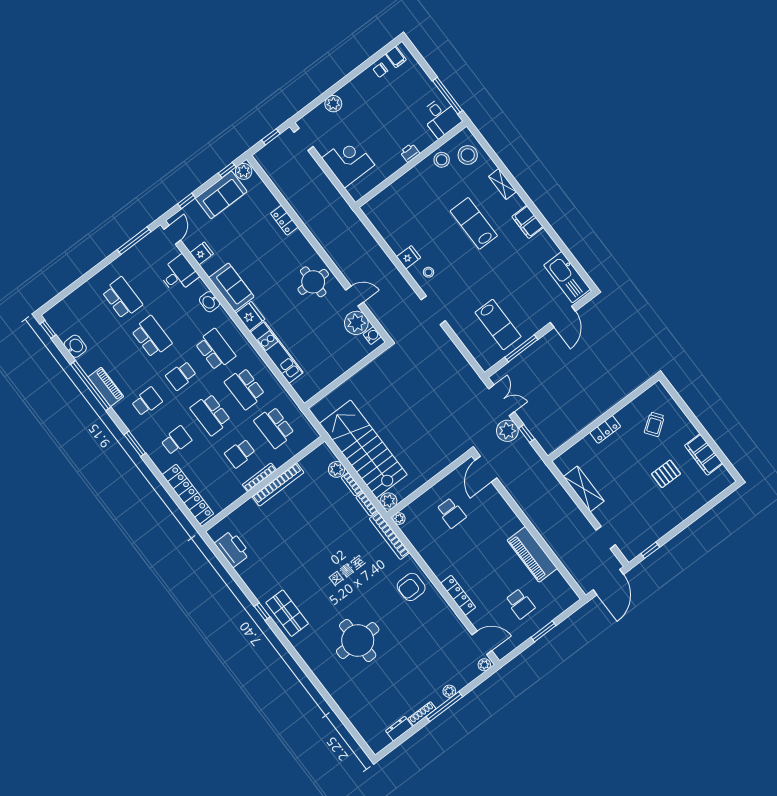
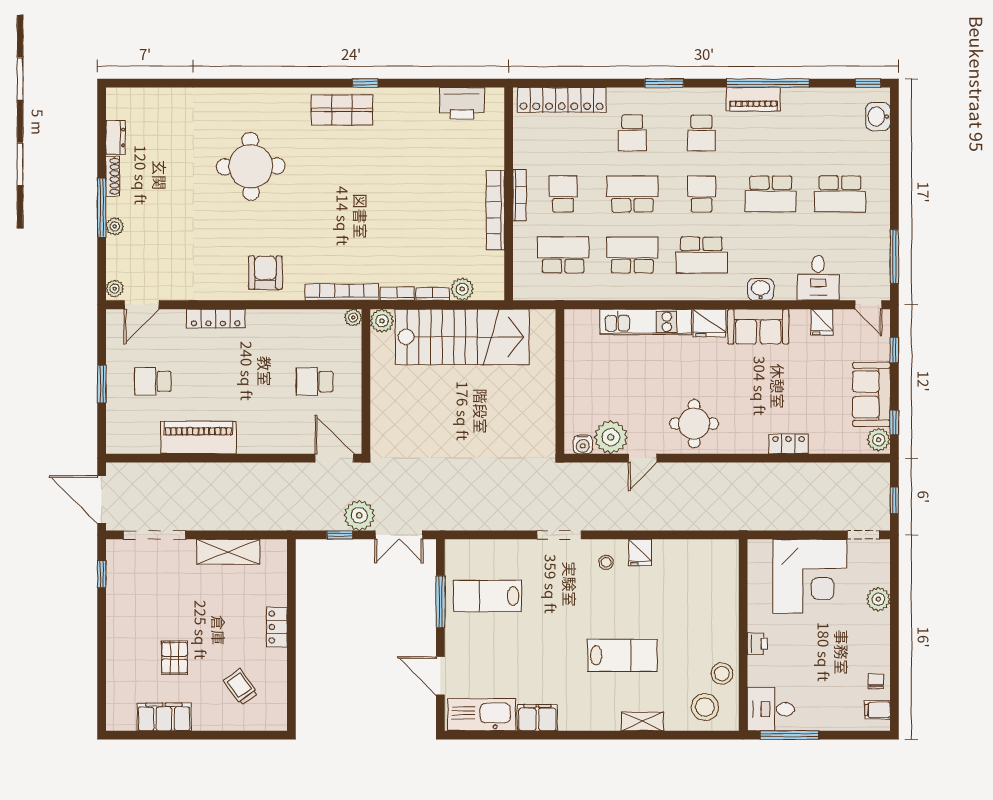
corner desk: (348, 162) -> (810, 576), width x1.36, depth x1.36
filing cabinet: (528, 222) -> (537, 718), moved
washbasin: (75, 346) -> (878, 117), moved, turned 90
doorway: (606, 537) -> (155, 535), width x1.88

